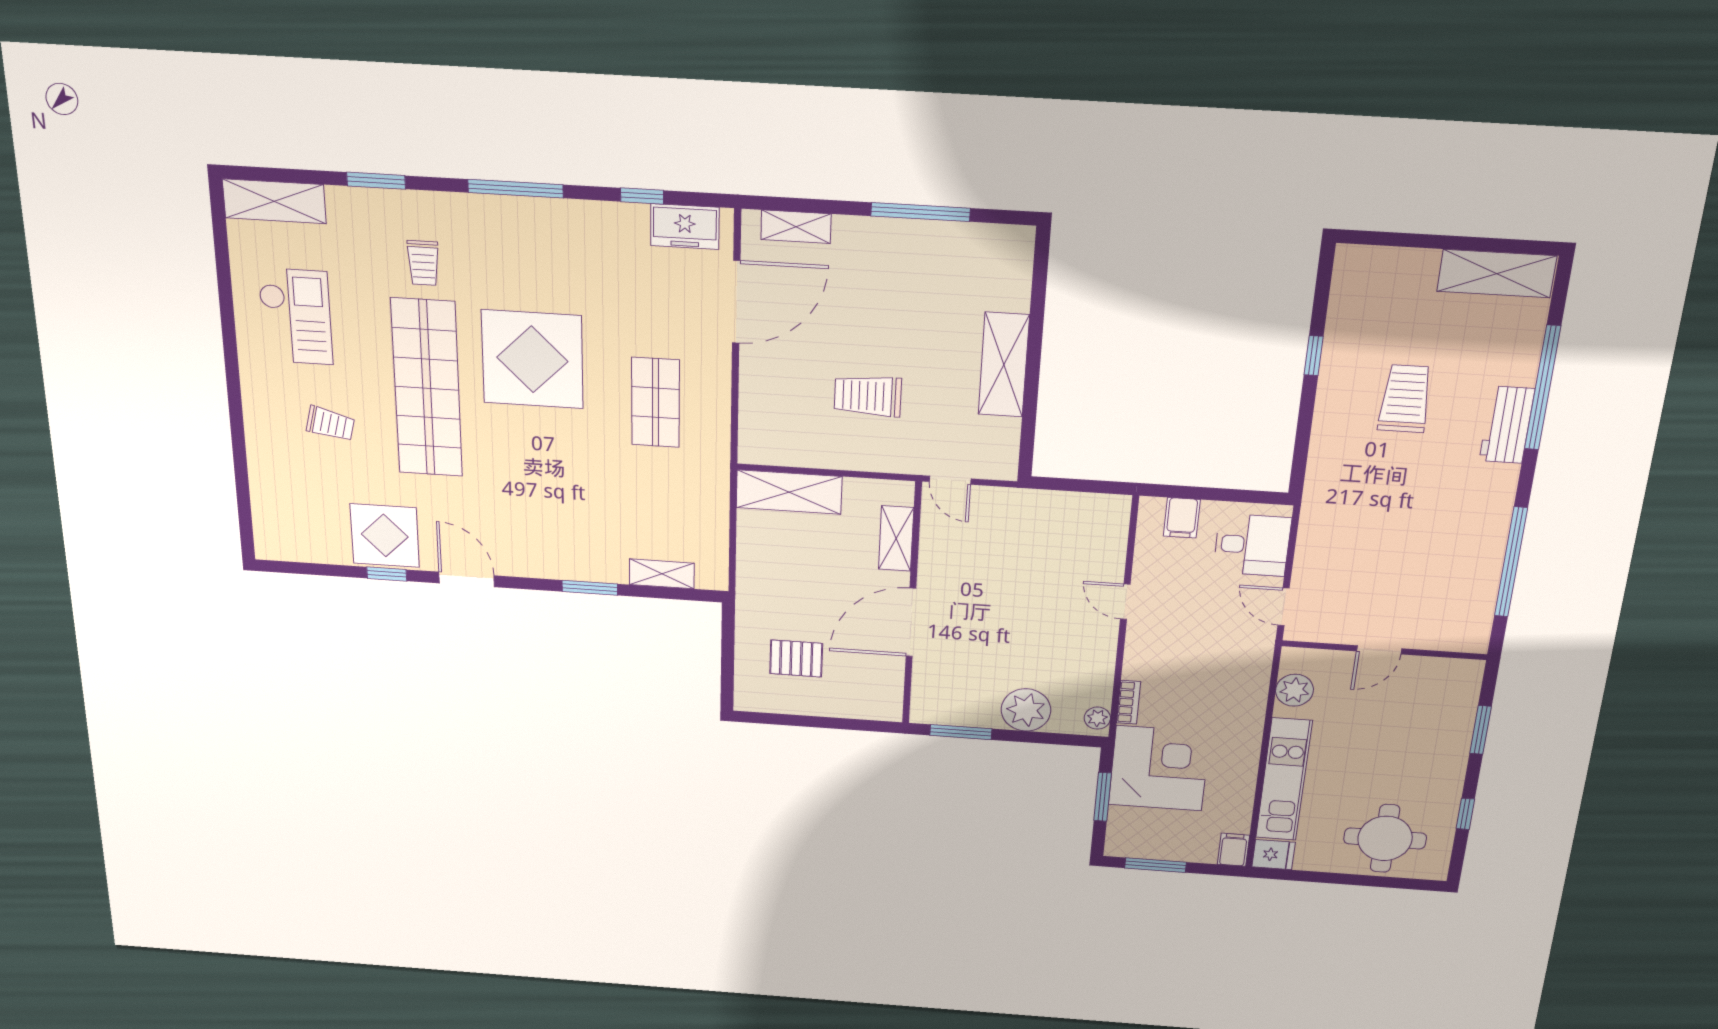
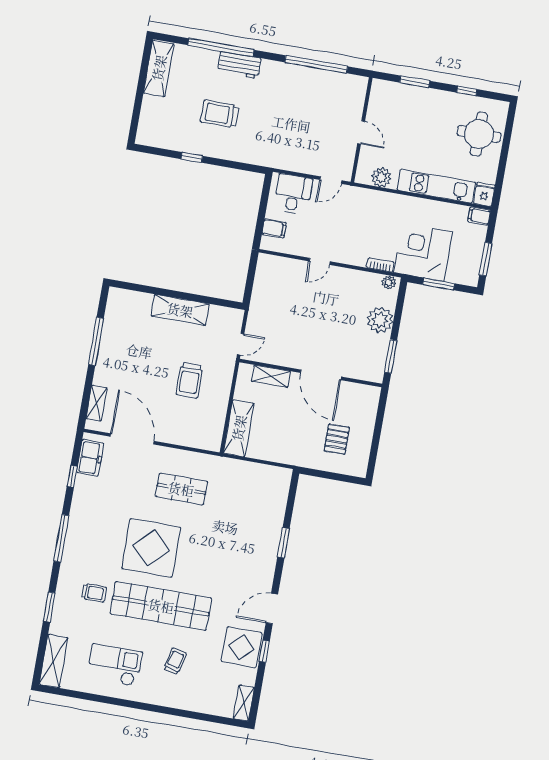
shelving: (662, 574) -> (244, 703), moved

